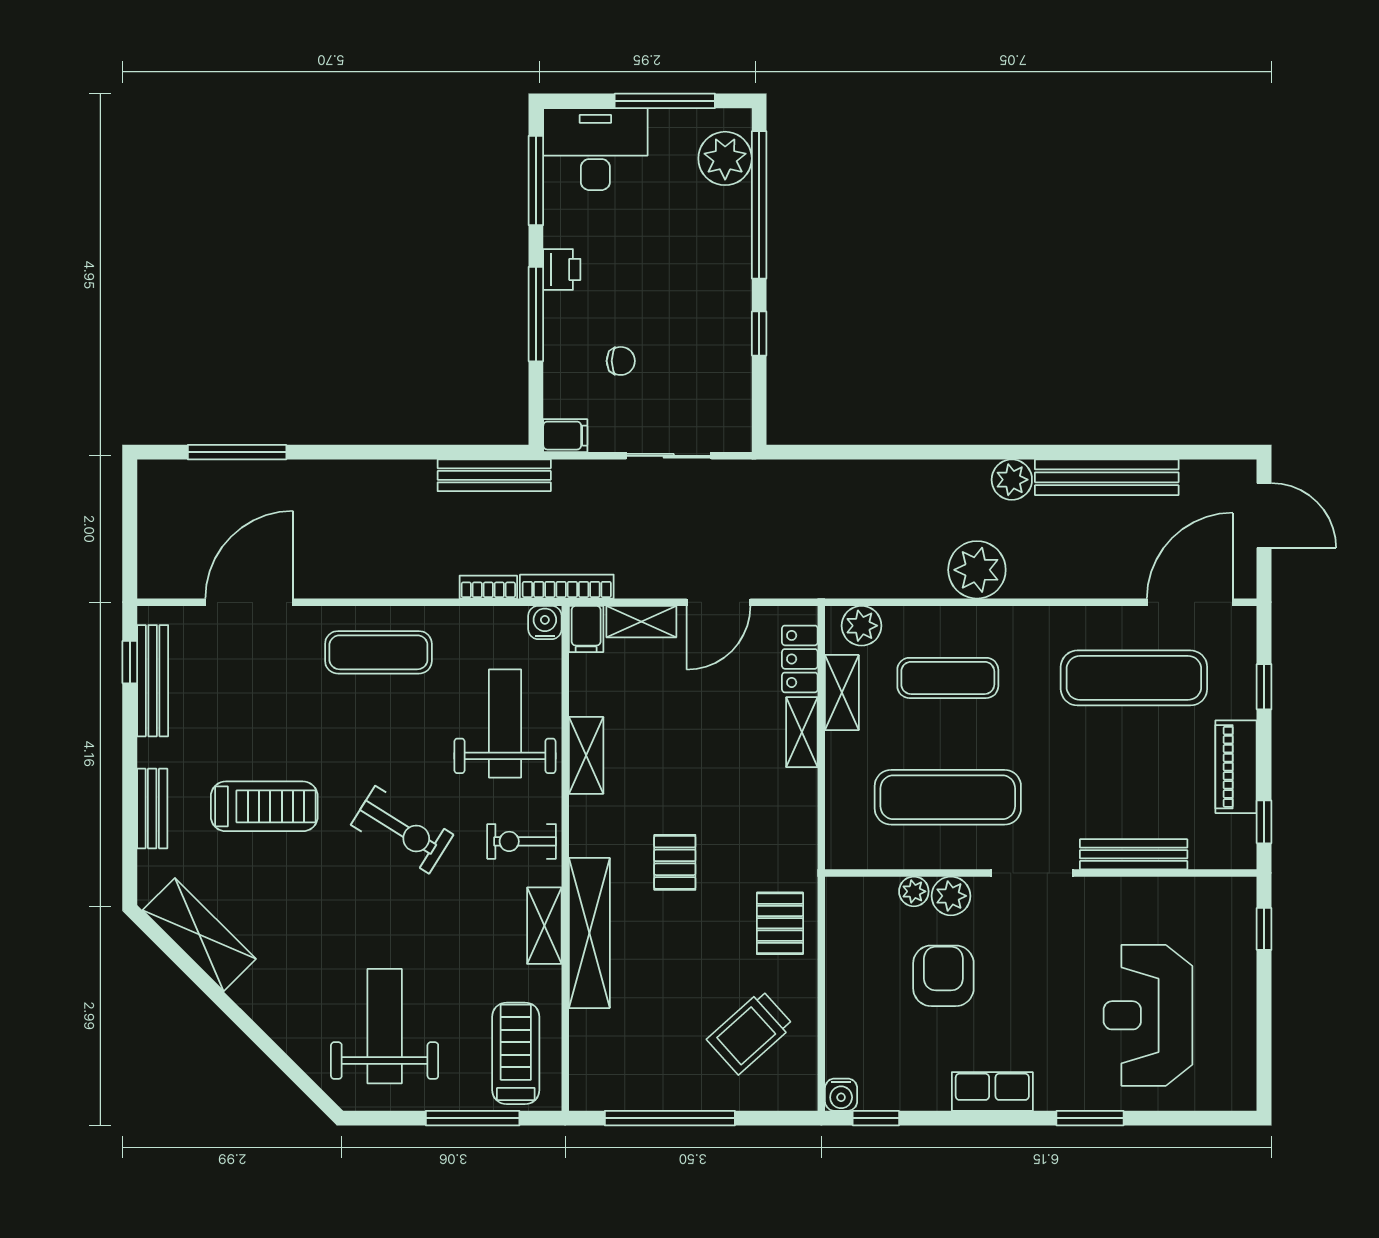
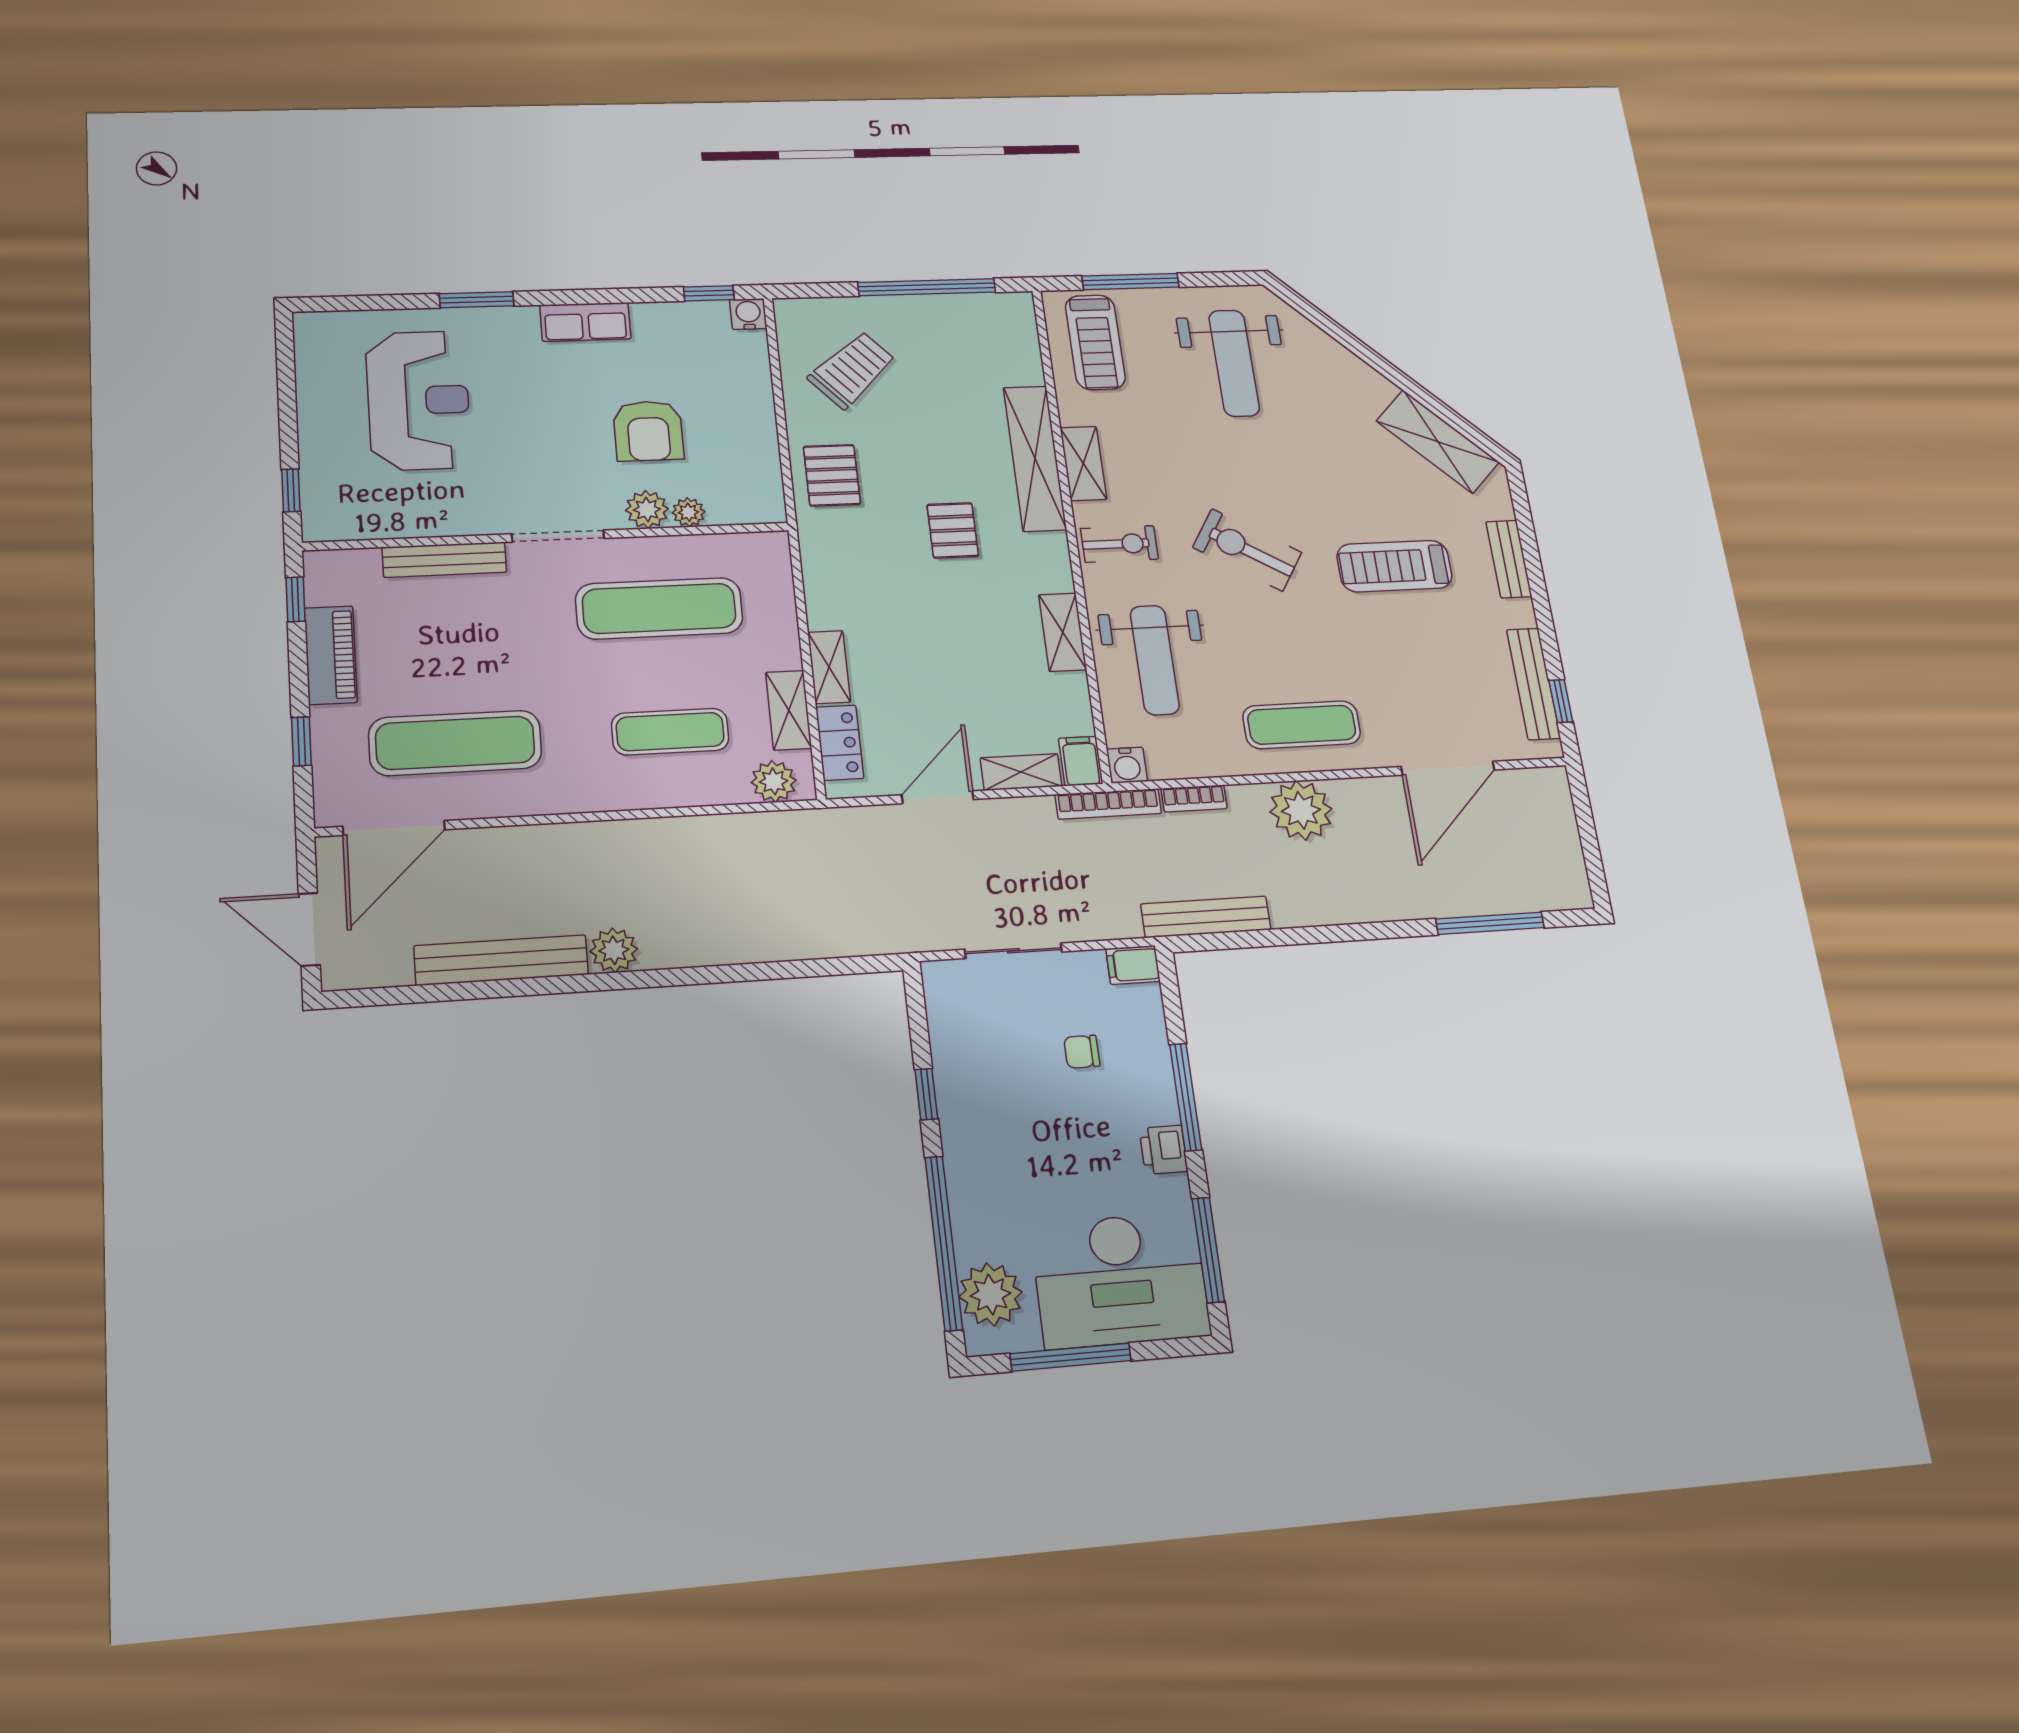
desk: (595, 149) -> (1120, 1280), width x1.36, depth x1.30
plant: (977, 570) -> (1301, 810), moved

